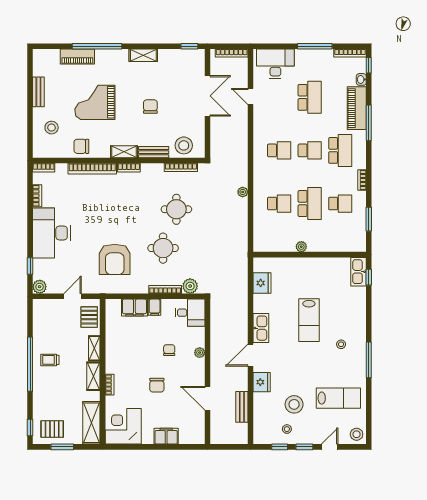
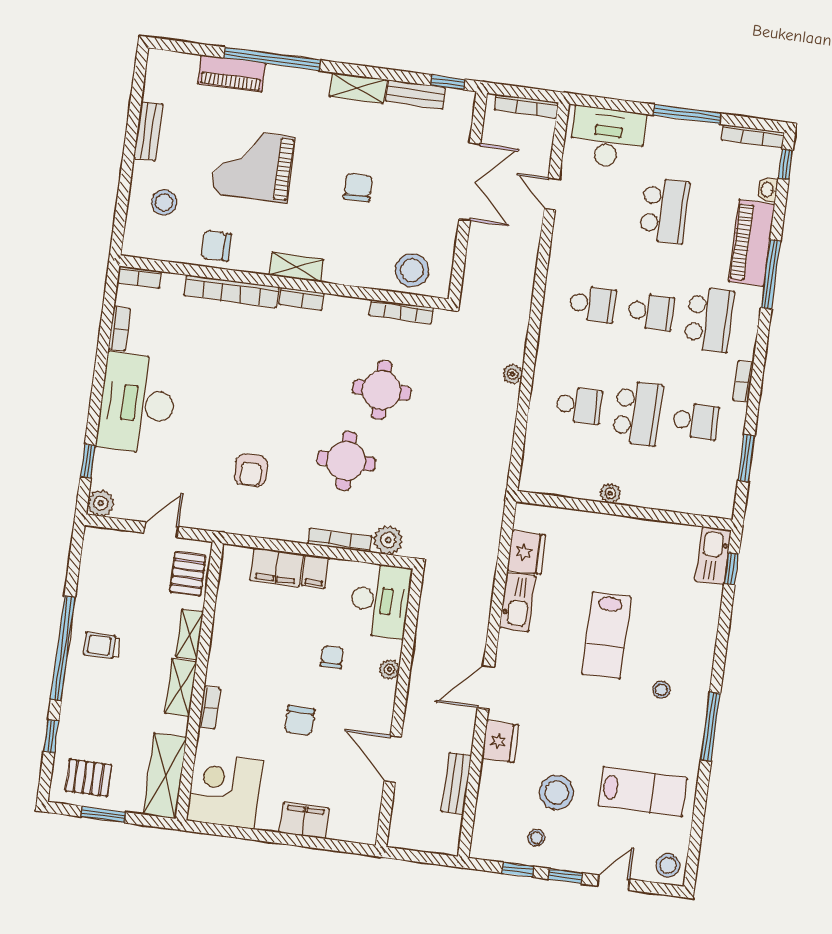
bench: (154, 152) -> (415, 94), moved
armchair: (115, 259) -> (251, 470), width x0.53, depth x0.53
desk: (190, 313) -> (380, 601), width x1.37
kitchen sink: (261, 328) -> (517, 602), moved
window: (30, 428) -> (51, 736), moved

